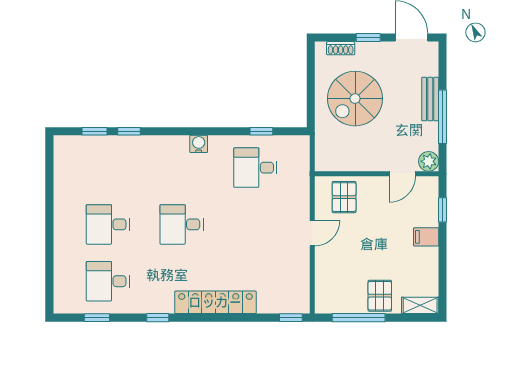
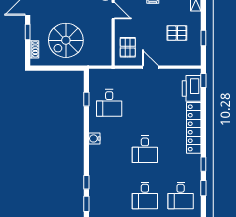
spiral stairs: (355, 99) -> (66, 40), turned 90
pallet: (344, 197) -> (128, 47), turned 90
pallet: (380, 296) -> (177, 33), moved
printer: (278, 299) -> (192, 88), added
window: (97, 318) -> (203, 188), moved
window: (359, 318) -> (203, 38), width x0.46

